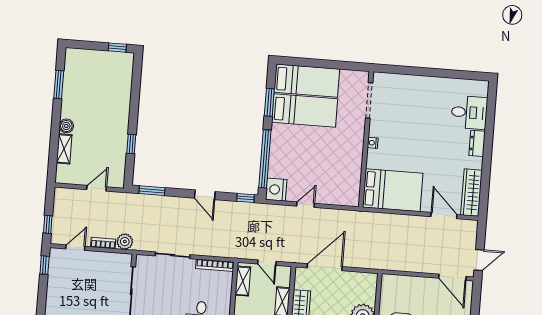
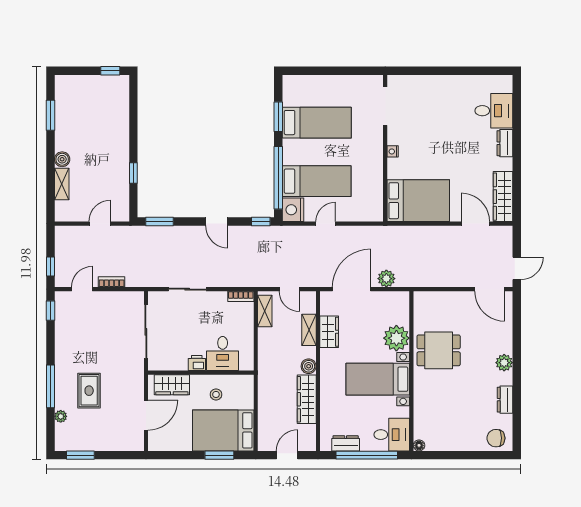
bed: (307, 81) -> (317, 181), moved
plant: (125, 242) -> (386, 279), moved
bookcase: (215, 265) -> (241, 296), width x0.64

